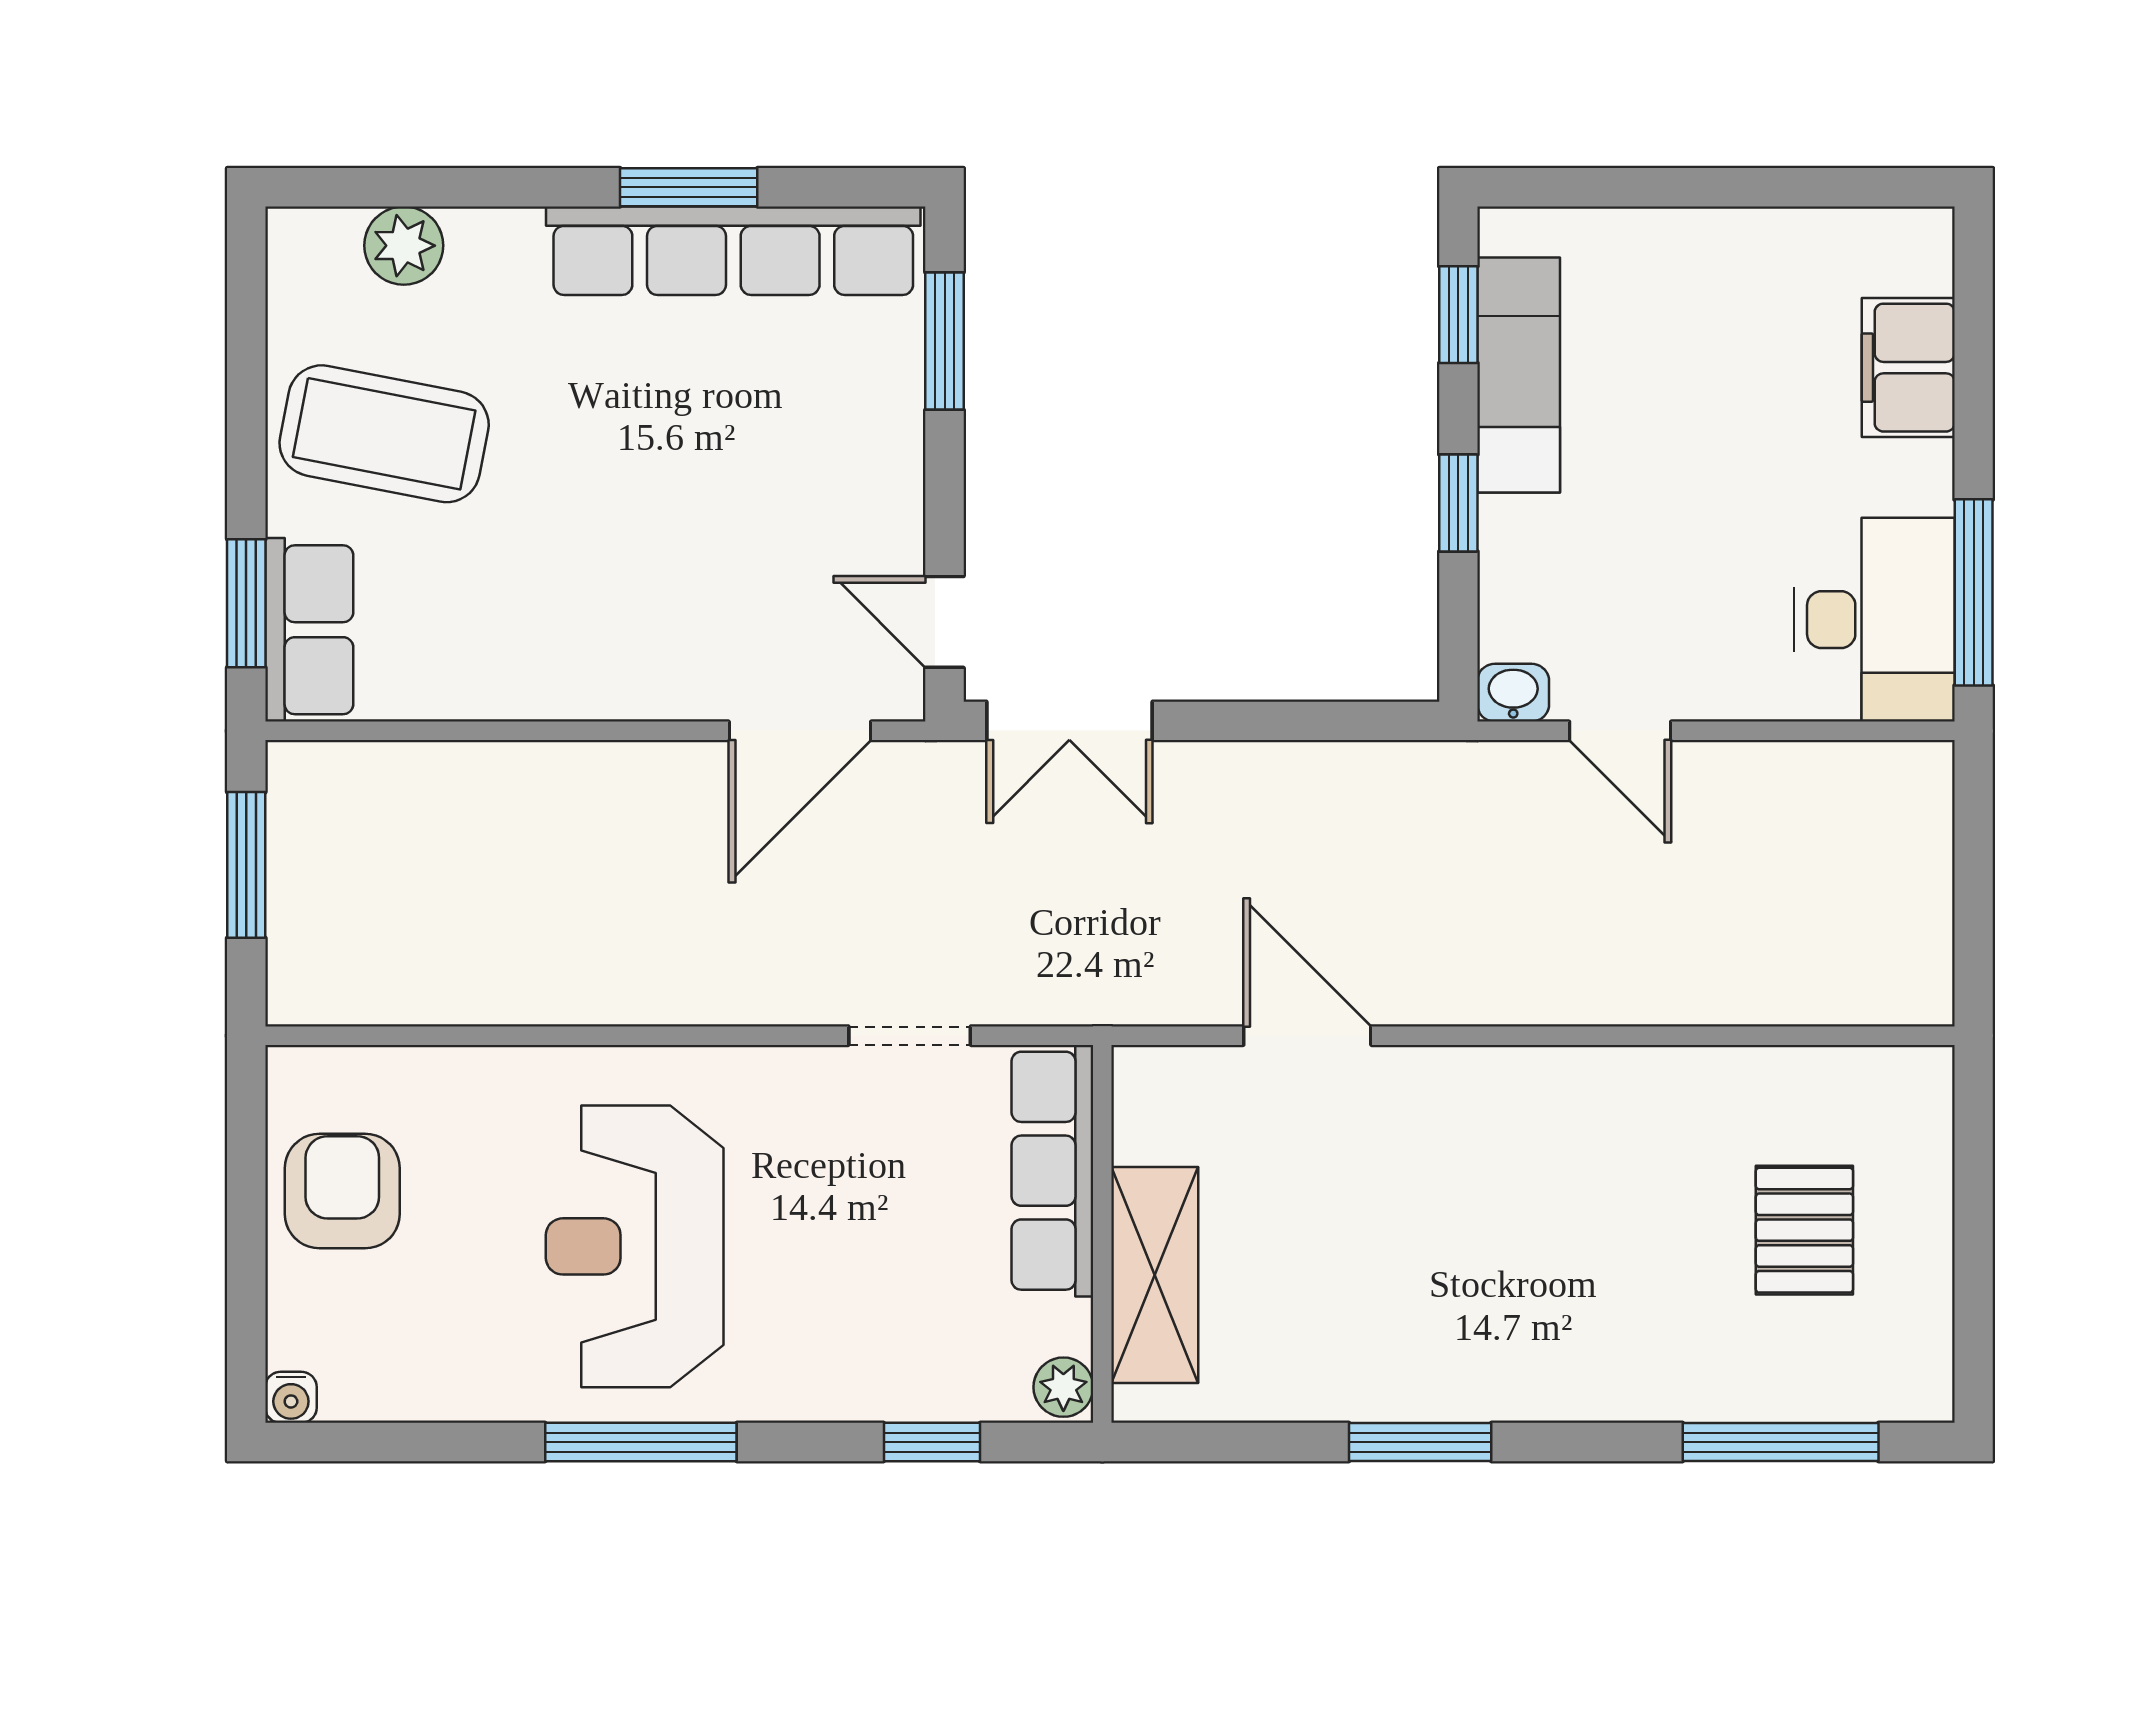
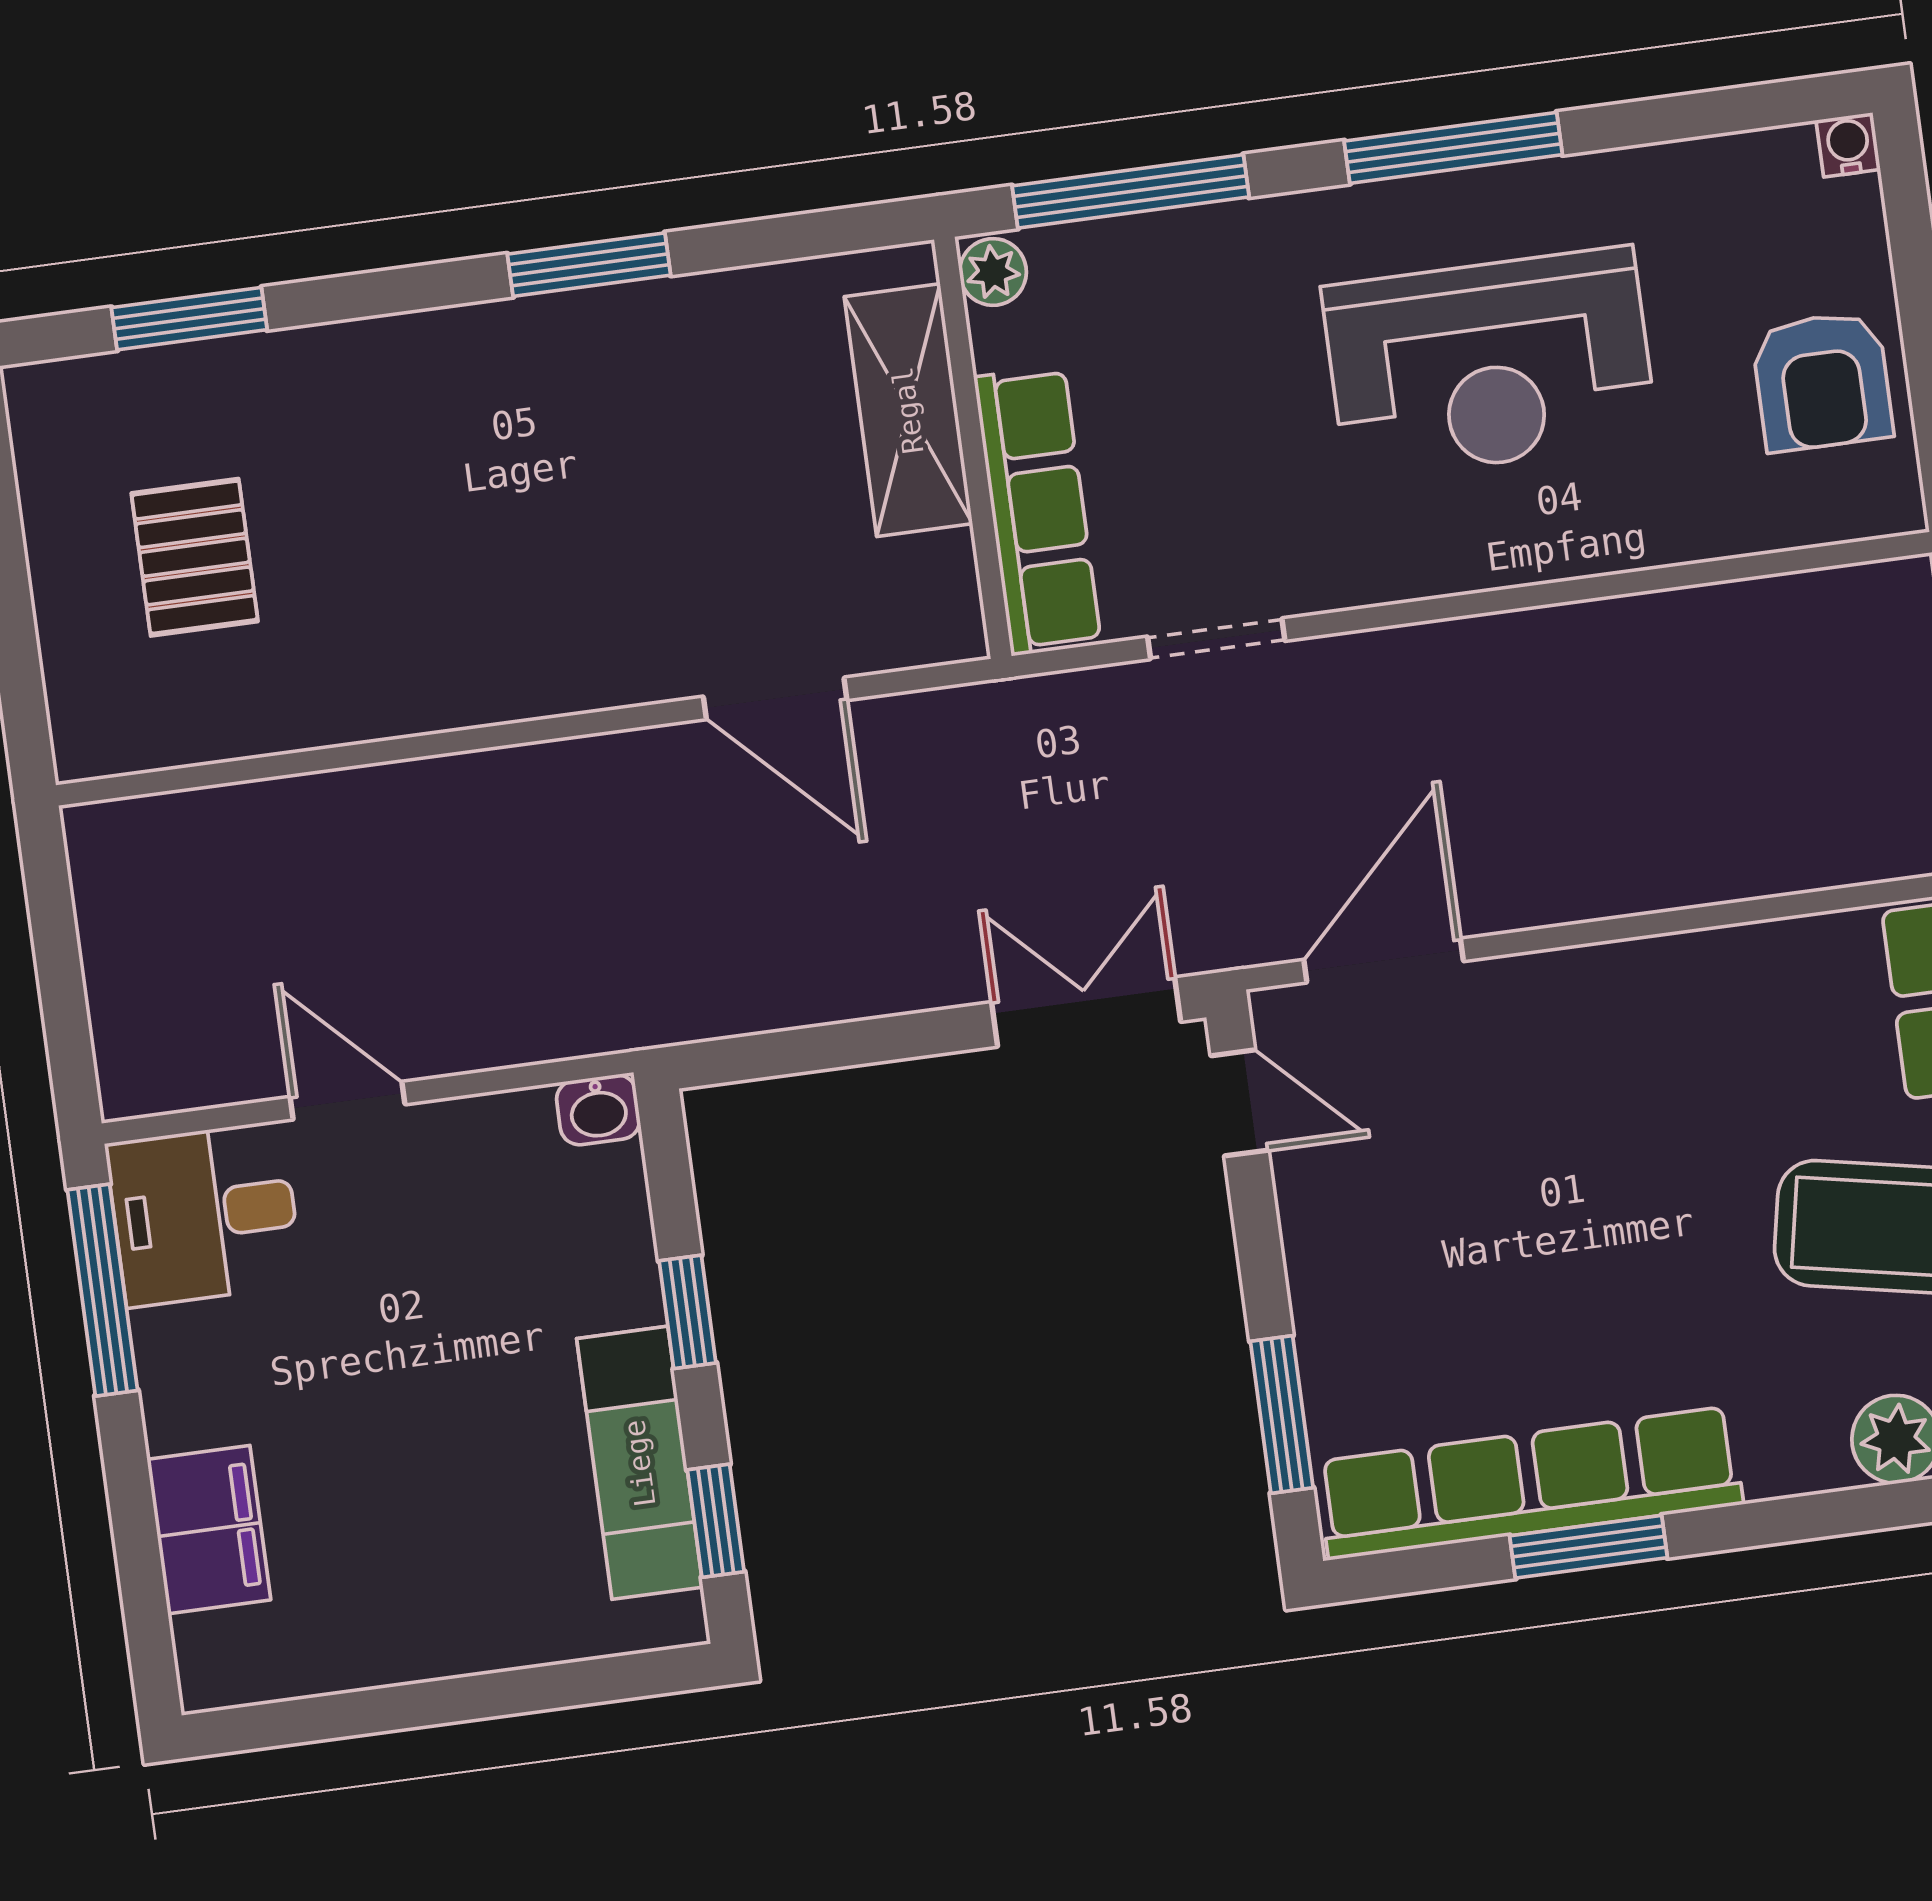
desk: (1874, 620) -> (204, 1214), width x0.73
door: (1620, 731) -> (348, 1101), moved
reception desk: (635, 1246) -> (1490, 364), turned 90
window: (932, 1442) -> (1131, 191), width x2.17
window: (1781, 1442) -> (189, 319), width x0.69

